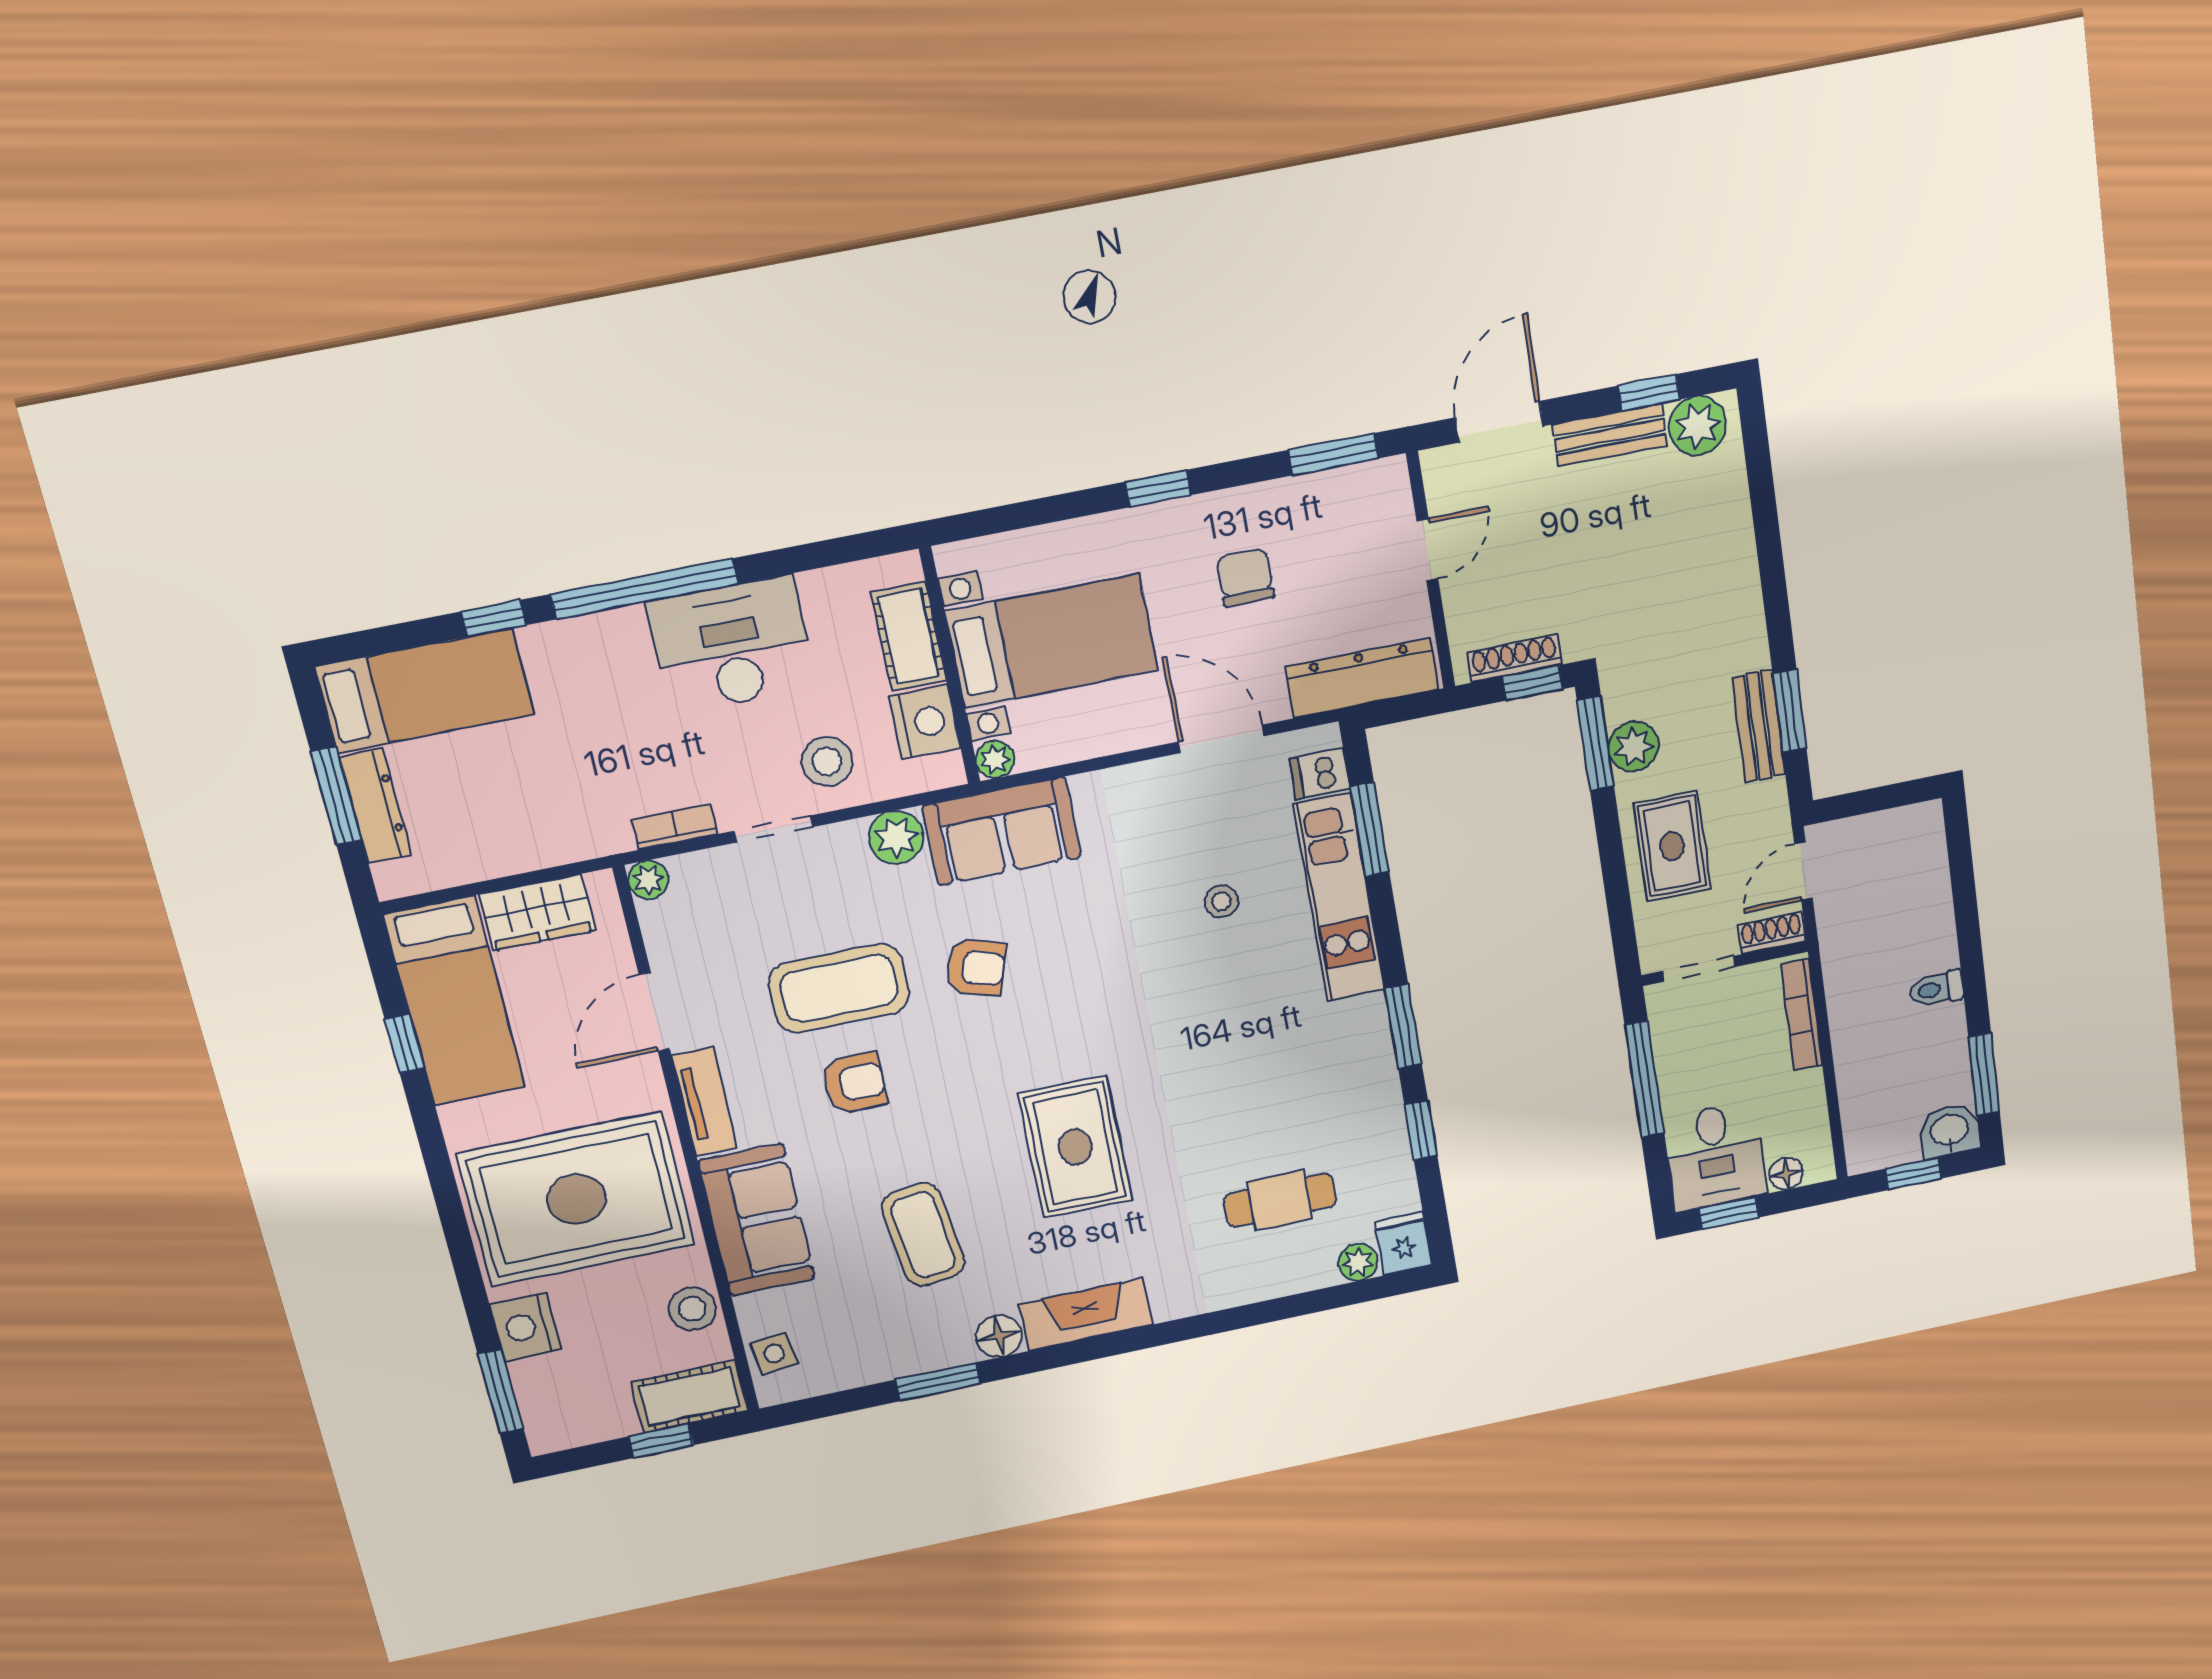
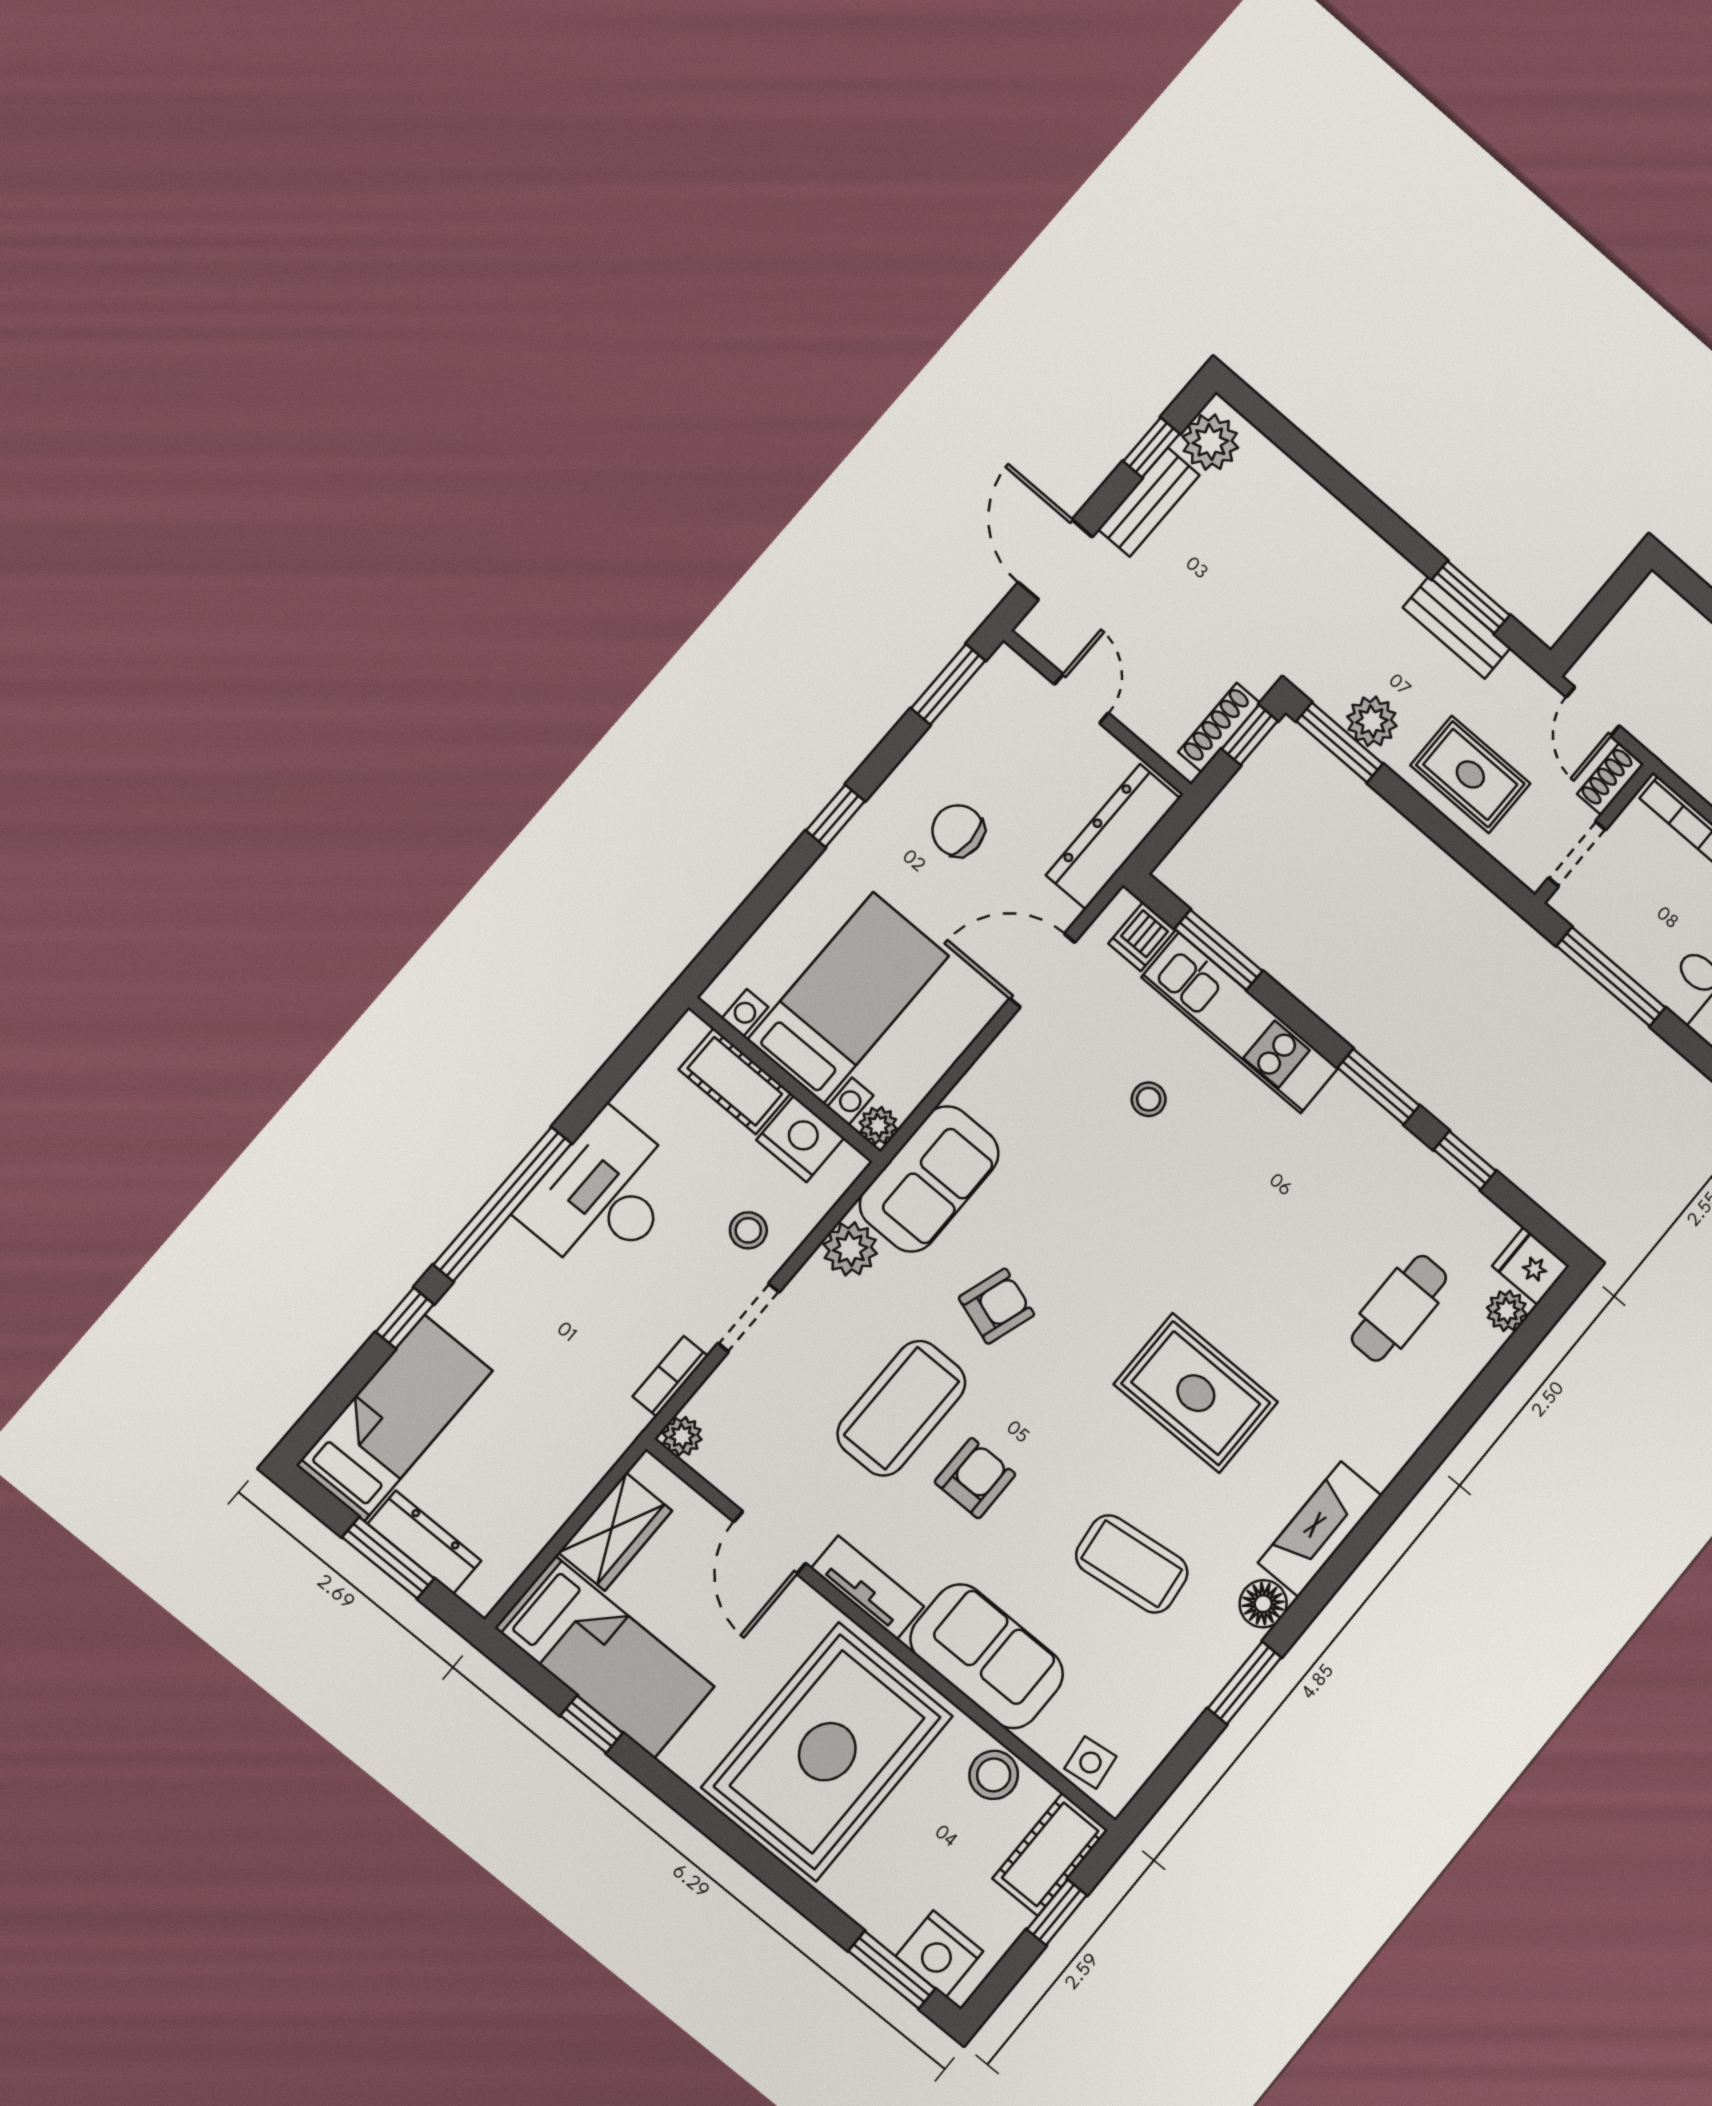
stool: (827, 761) -> (748, 1230), width x0.73, depth x0.73
nightstand: (525, 1327) -> (939, 1954), moved

